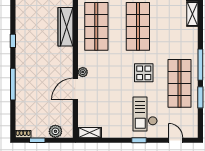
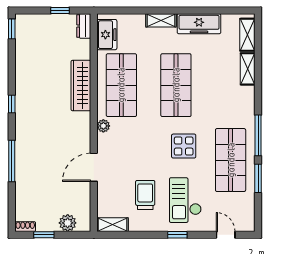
plant: (83, 72) -> (103, 126), moved
trolley: (114, 110) -> (145, 195), added

